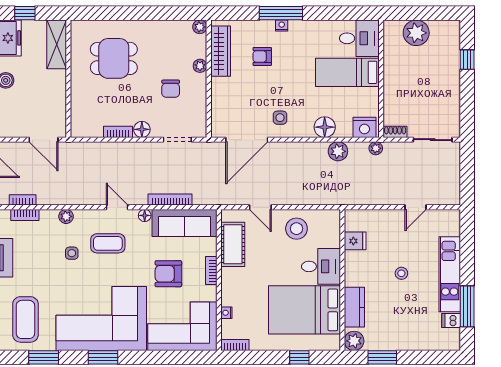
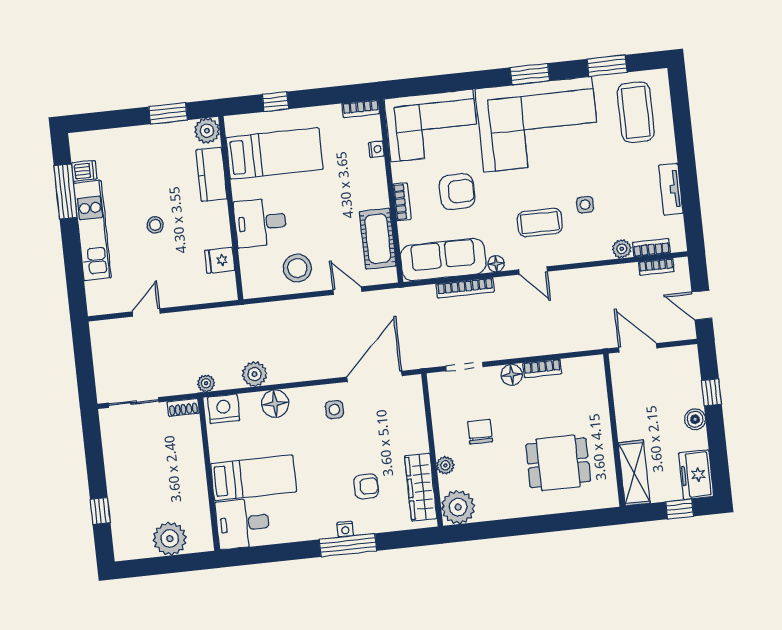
plant: (200, 27) -> (458, 507), width x1.88, depth x1.88
plant: (66, 216) -> (622, 249), moved
bed: (304, 310) -> (275, 153), width x0.67

